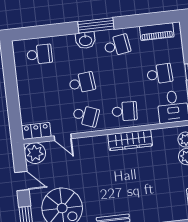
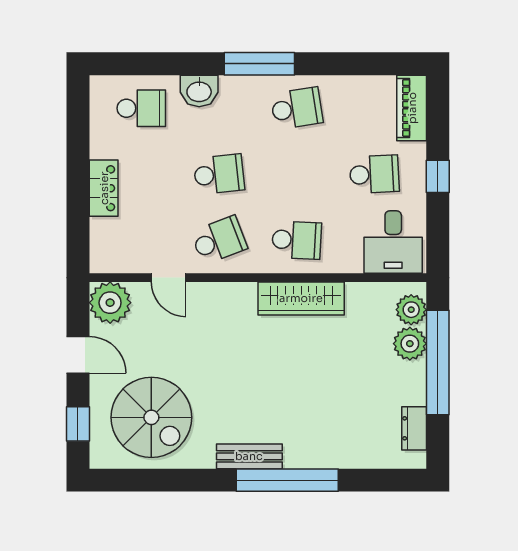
piano: (157, 32) -> (412, 108), moved, turned 90
washbasin: (85, 40) -> (199, 91), moved
school desk: (86, 116) -> (219, 240), turned -42
locker: (36, 131) -> (104, 188), moved, turned 90

